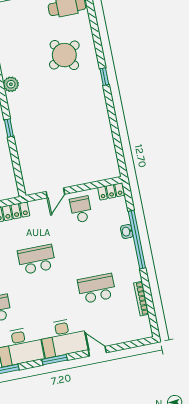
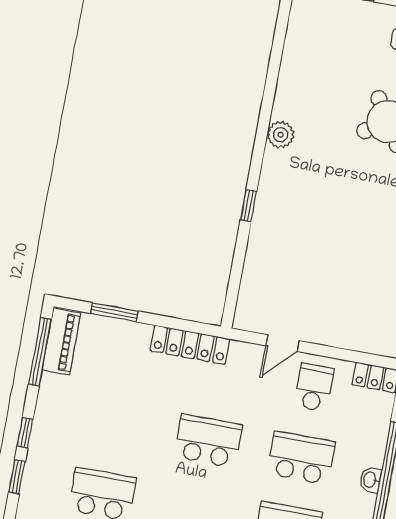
washbasin: (127, 232) -> (370, 480), moved
school desk: (89, 249) -> (301, 458), added

